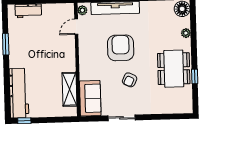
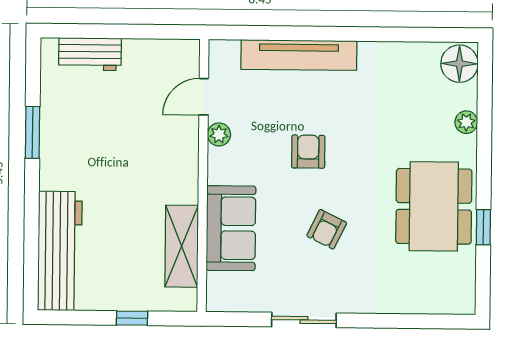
plant: (82, 10) -> (219, 134), moved
armchair: (121, 48) -> (308, 152), width x0.53, depth x0.53
sofa: (90, 98) -> (231, 228), moved
window: (24, 121) -> (132, 318), moved

